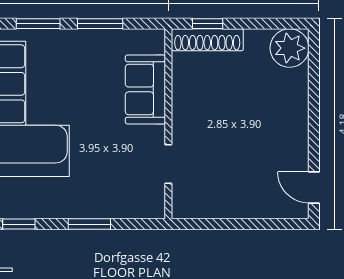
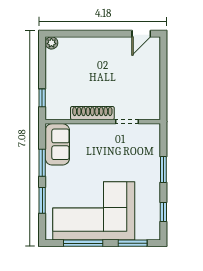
shoe rack: (207, 40) -> (92, 113), moved, turned -90
plant: (290, 48) -> (51, 43), width x0.53, depth x0.53
sofa: (145, 89) -> (57, 144), moved, turned -90

